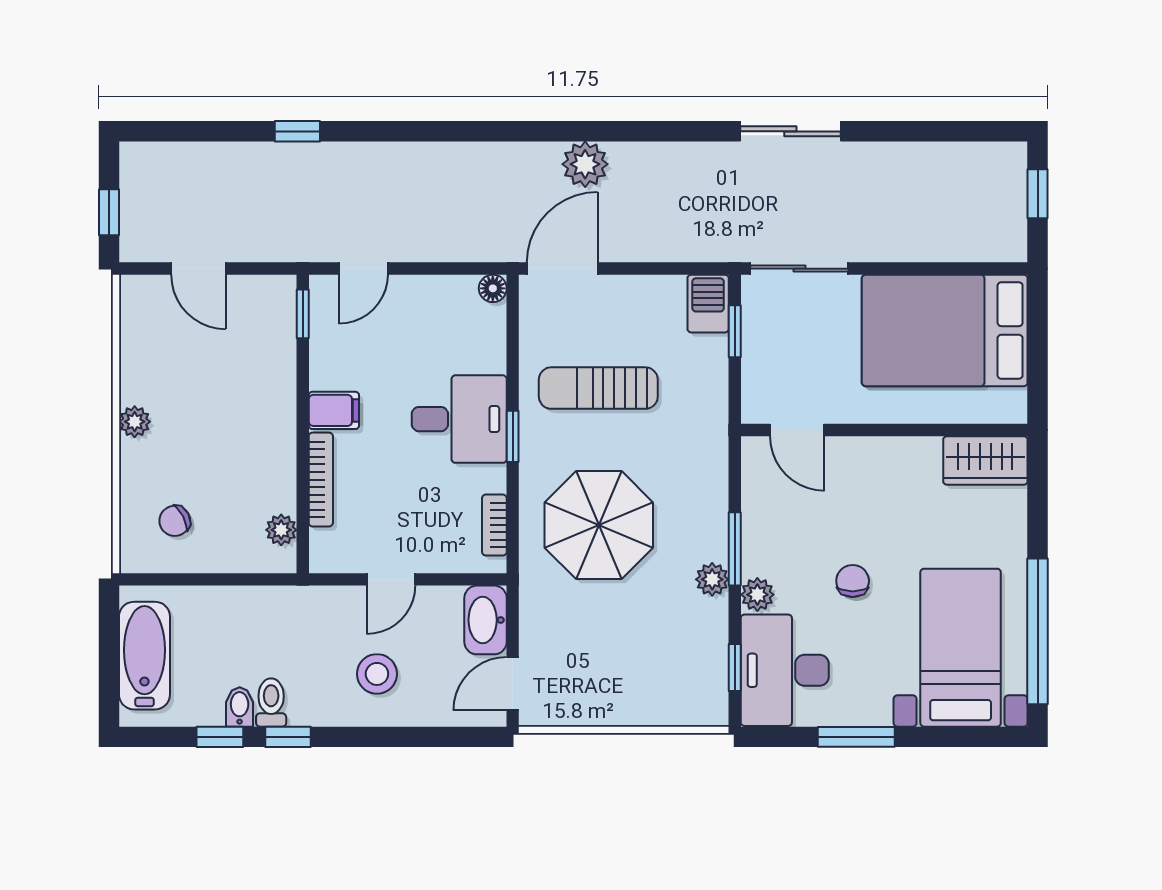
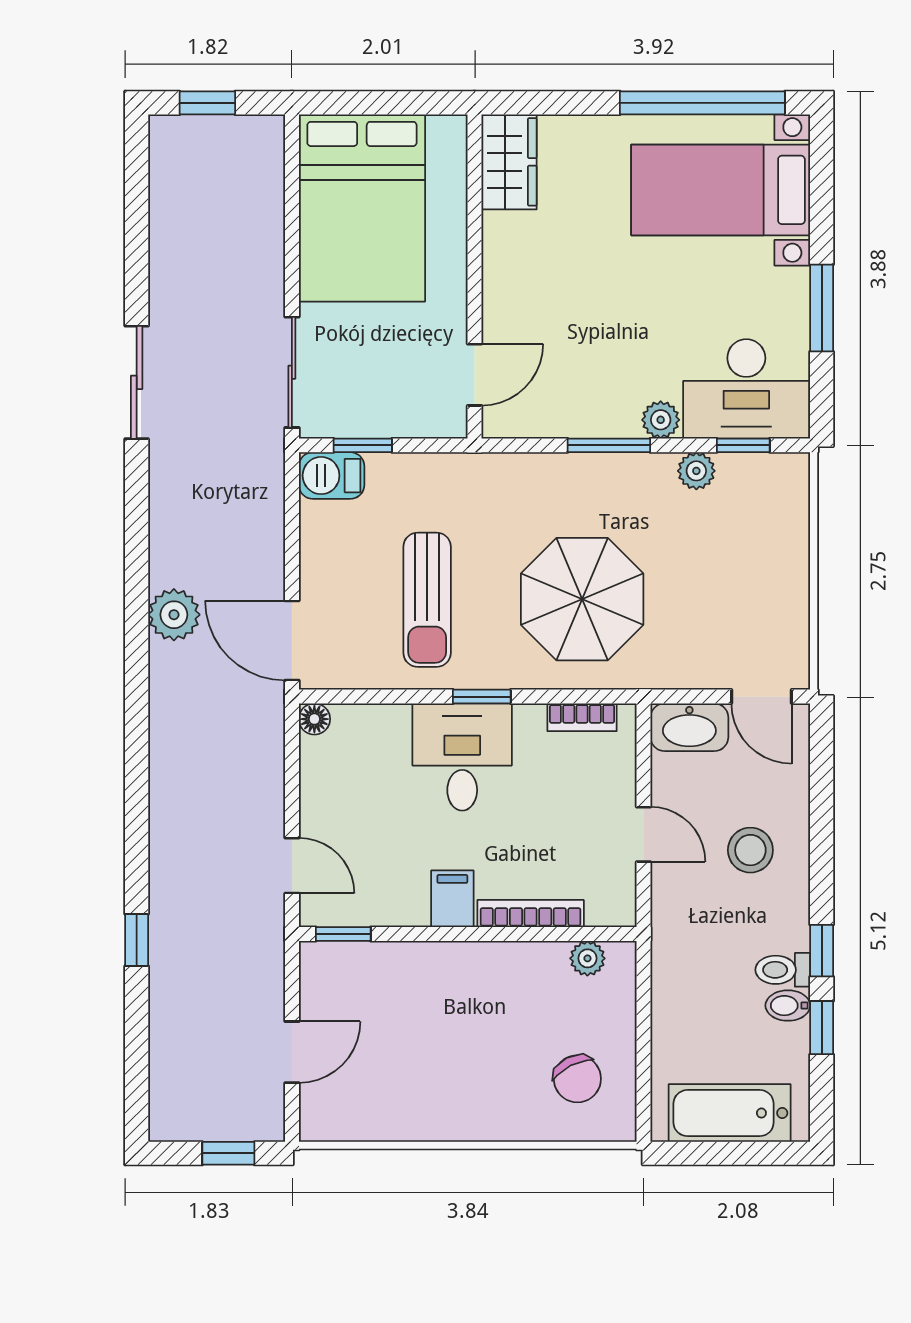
plant: (135, 422) -> (465, 1124), removed
chair: (175, 521) -> (577, 1079), width x1.37, depth x1.37
plant: (712, 579) -> (696, 471), moved
chair: (853, 581) -> (645, 312), removed

